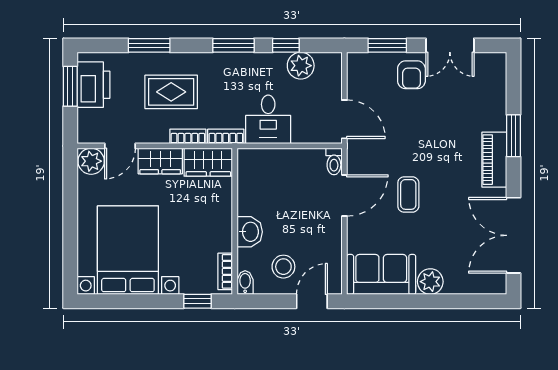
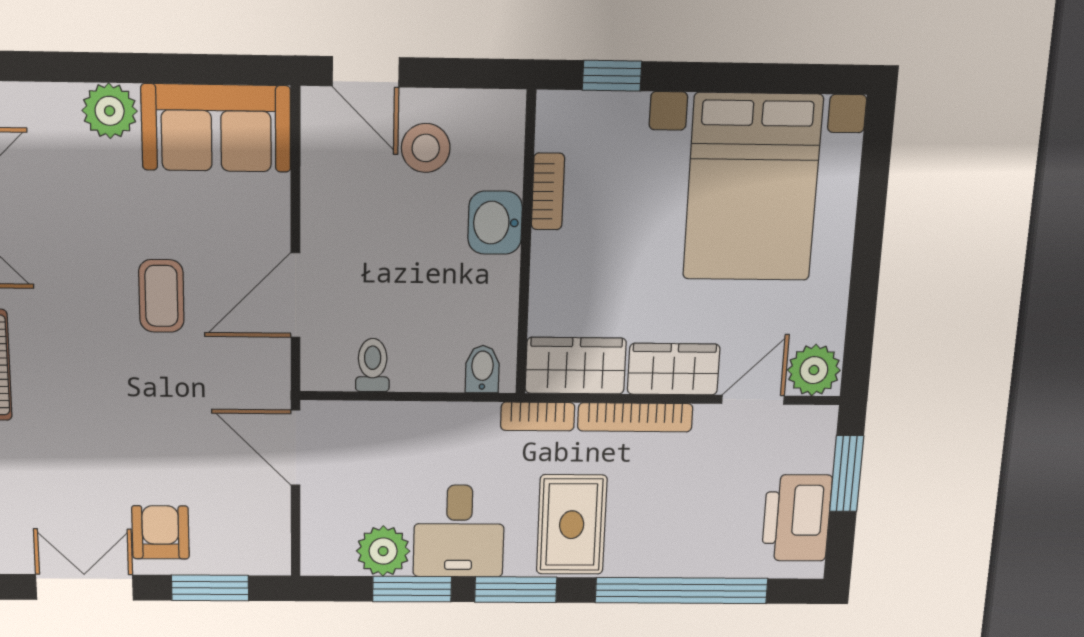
window: (149, 45) -> (682, 591), width x2.11
window: (286, 45) -> (412, 589), width x1.50
window: (70, 86) -> (847, 474), moved
rug: (171, 92) -> (572, 525), moved, turned 90
desk: (268, 119) -> (459, 531), moved, turned 180
bookcase: (188, 136) -> (635, 417), width x1.56
toilet: (334, 161) -> (373, 365), moved
bookcase: (225, 271) -> (548, 191), moved
bidet: (245, 282) -> (482, 369), moved, turned 180
door: (312, 301) -> (366, 72), hinge flipped

